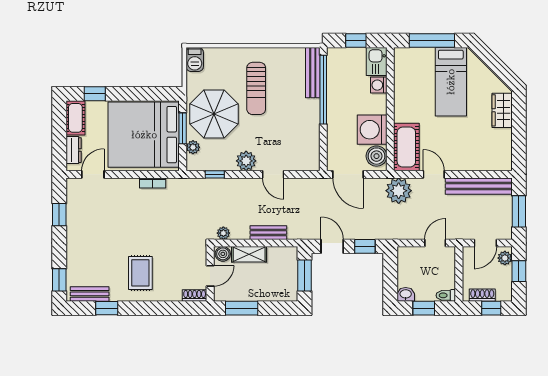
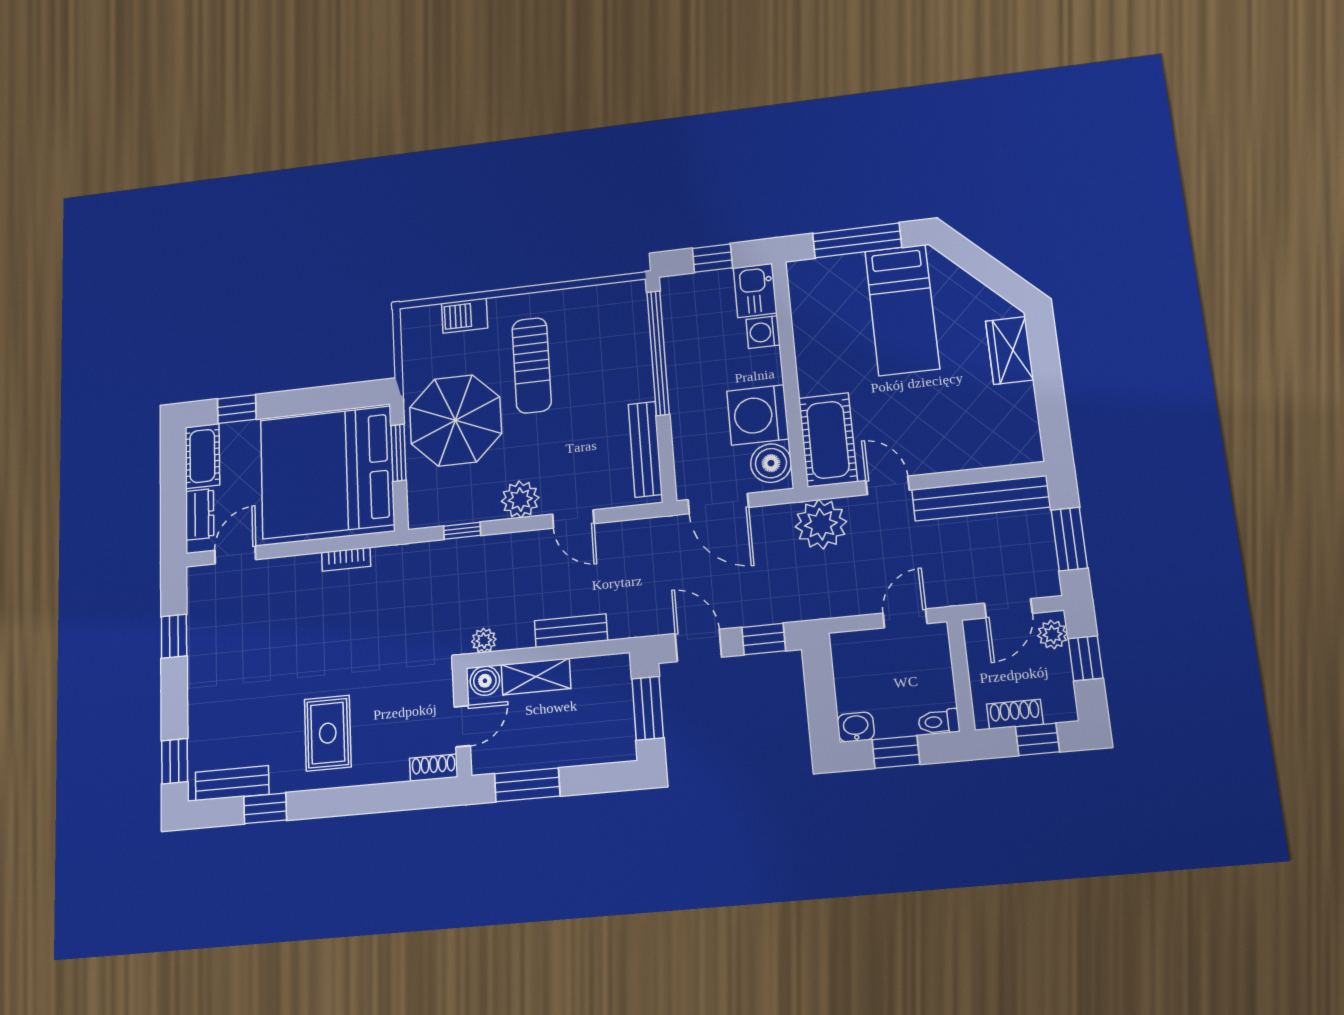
barbecue: (195, 60) -> (465, 316), moved, turned 90
bench: (313, 73) -> (645, 449), moved
plant: (193, 147) -> (419, 485), removed

